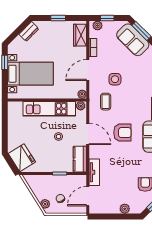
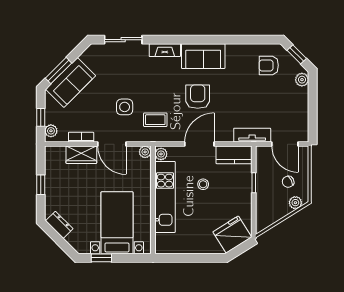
wardrobe: (80, 35) -> (81, 155), moved
plant: (125, 209) -> (302, 80), moved

